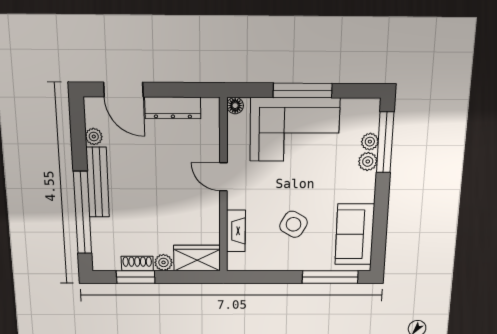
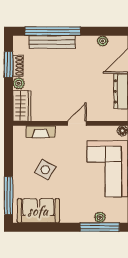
plant: (368, 161) -> (87, 217), removed
bench: (98, 182) -> (52, 42), moved

